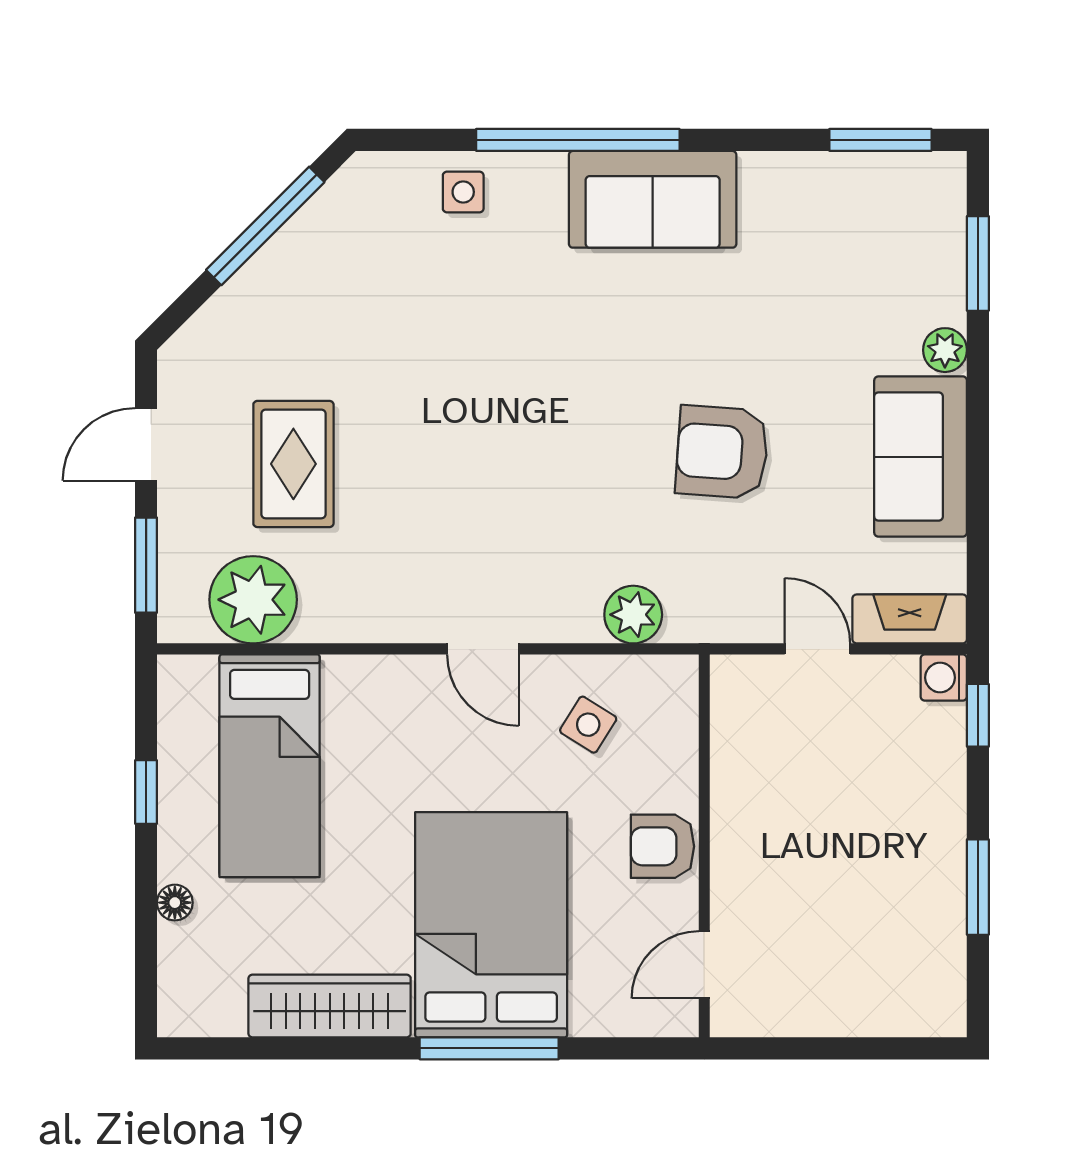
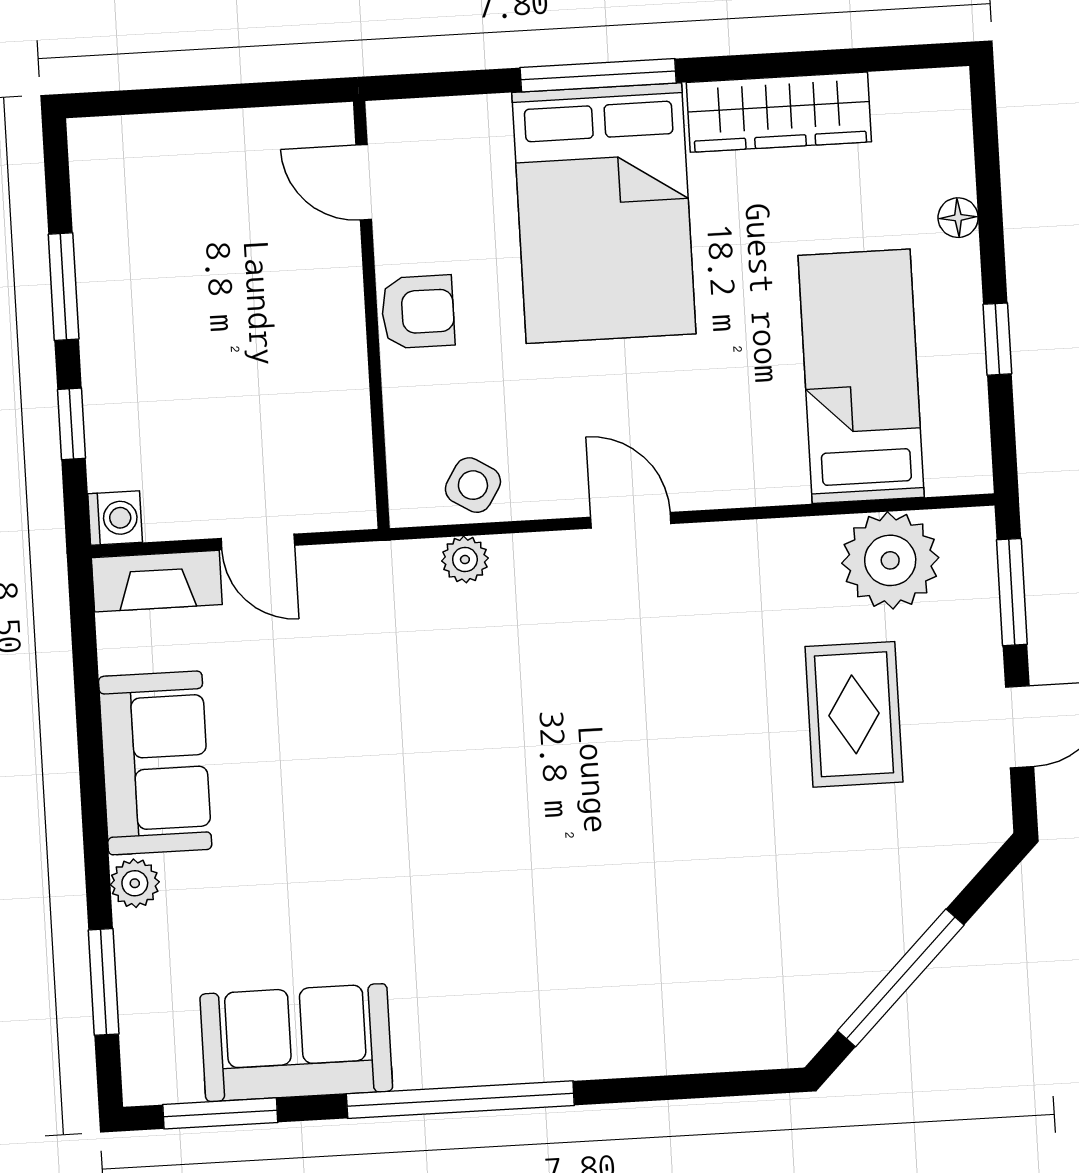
window: (578, 140) -> (460, 1100), moved
side table: (463, 192) -> (682, 1029), removed
sofa: (653, 199) -> (296, 1043), moved
armchair: (722, 452) -> (377, 755), removed
plant: (633, 615) -> (465, 560), width x0.73, depth x0.73
window: (978, 715) -> (71, 424), moved
side table: (588, 725) -> (473, 485), moved
door: (704, 965) -> (364, 182), swing flipped

